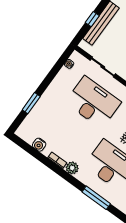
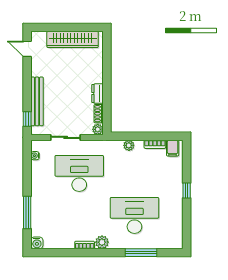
window: (92, 19) -> (27, 119), moved
window: (31, 103) -> (27, 213), width x1.44
water cooler: (39, 145) -> (37, 243), moved

